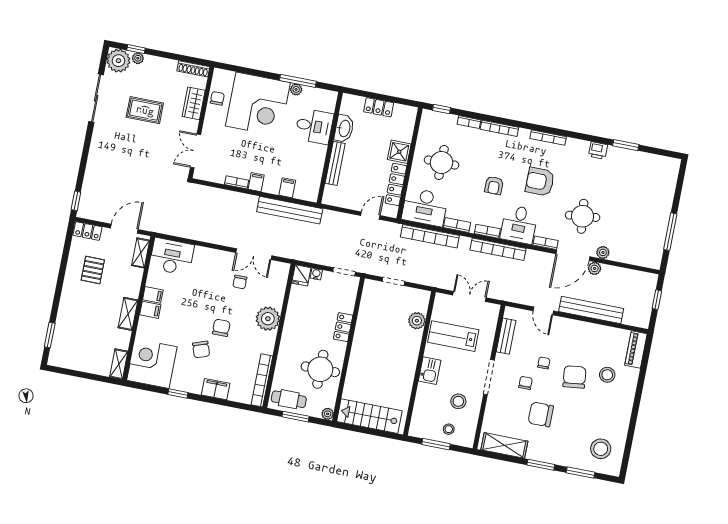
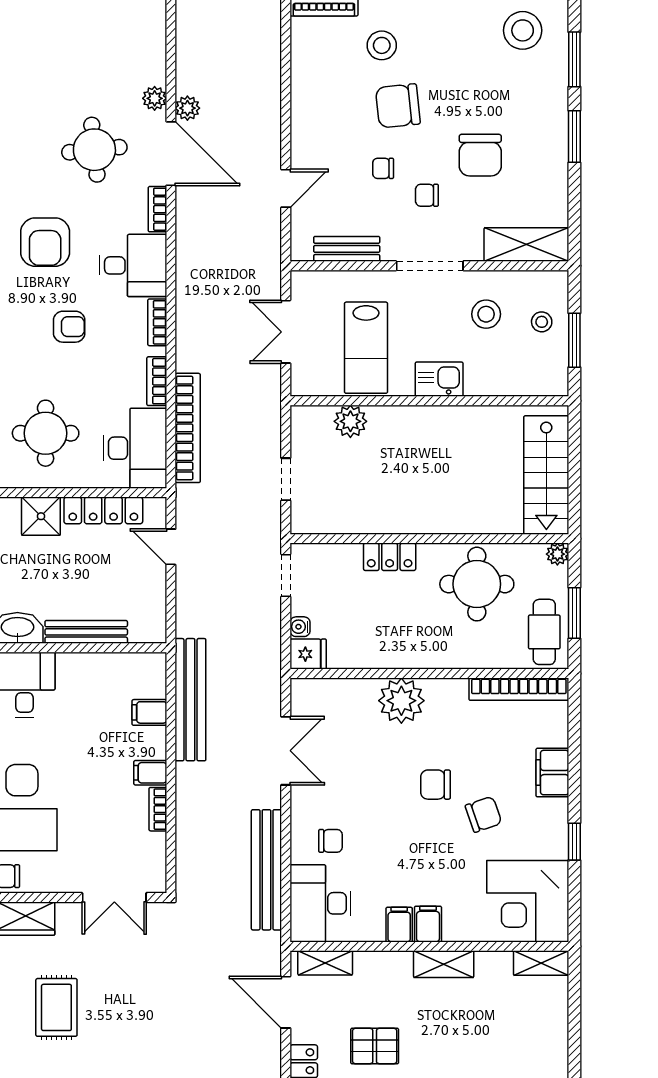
bookcase: (498, 249) -> (187, 296), removed
chair: (240, 282) -> (331, 841), moved
bench: (591, 310) -> (266, 870), moved
shelving: (504, 445) -> (526, 245), moved, turned 90

